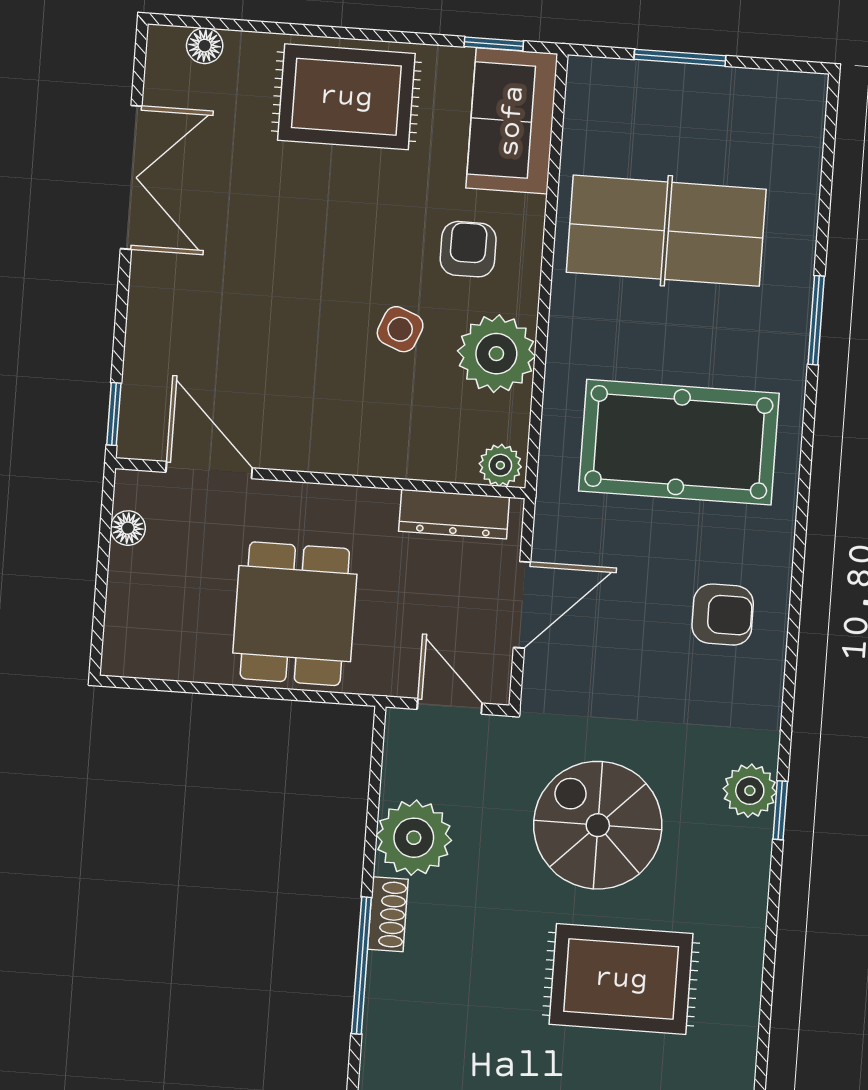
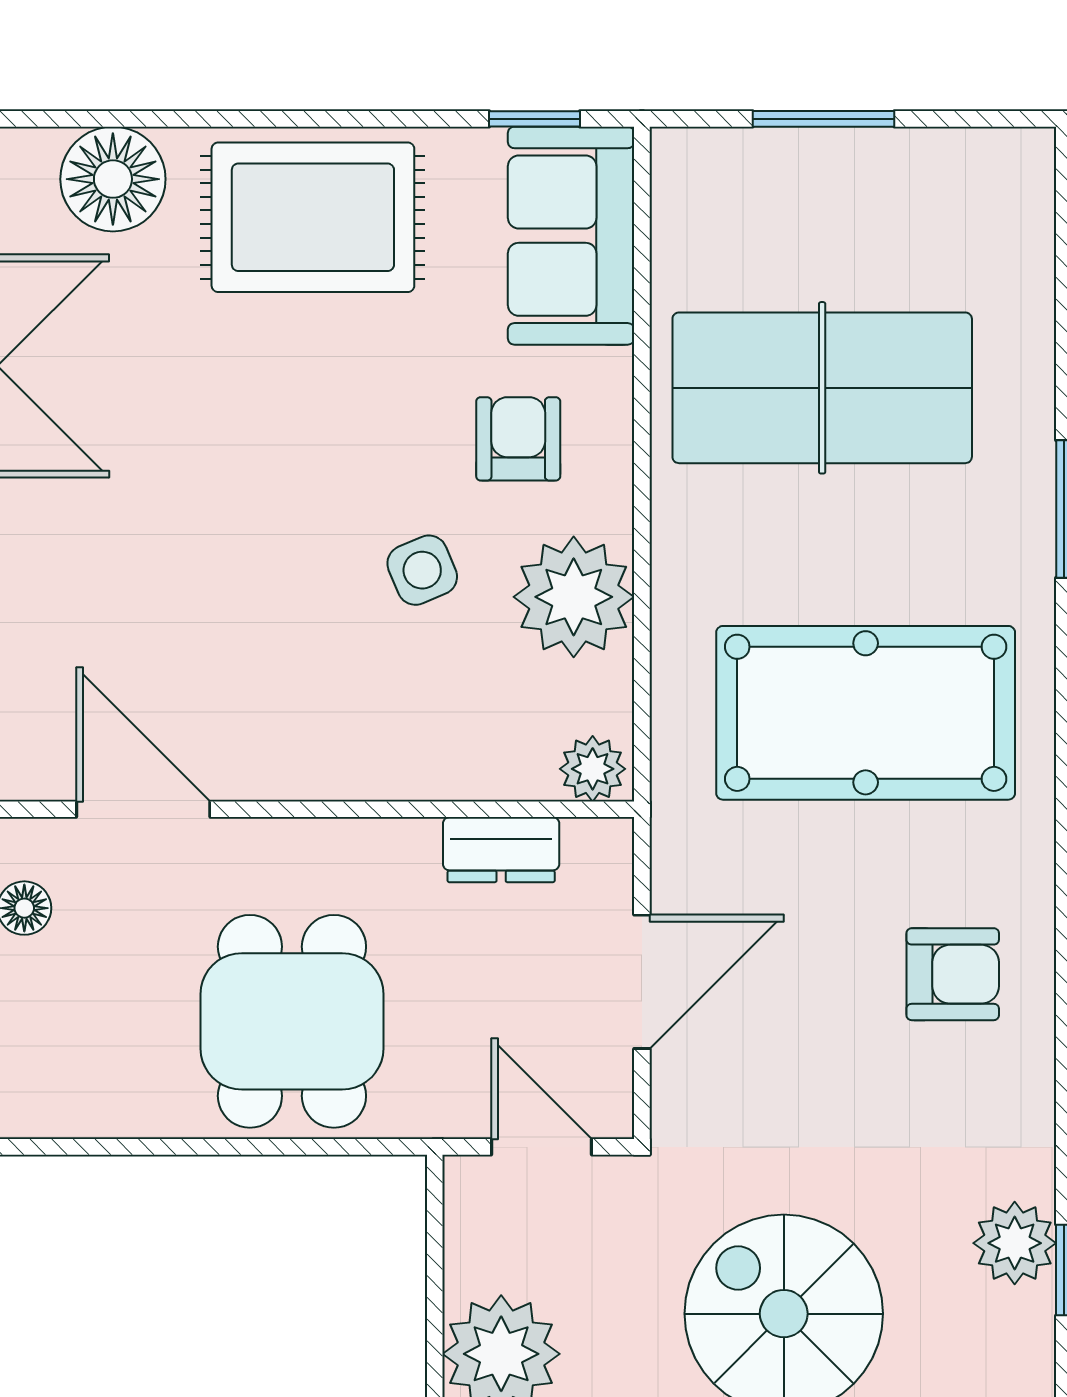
floor lamp: (205, 46) -> (113, 179), width x1.89, depth x1.89
side table: (400, 329) -> (422, 570), turned 45
dresser: (454, 514) -> (501, 850), width x0.70

